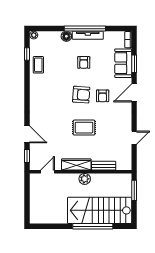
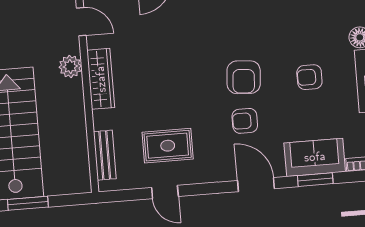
rug: (84, 128) -> (168, 146), moved, turned 90
bench: (104, 166) -> (105, 155), moved
plant: (85, 179) -> (70, 66), moved
window: (134, 190) -> (28, 203), moved

